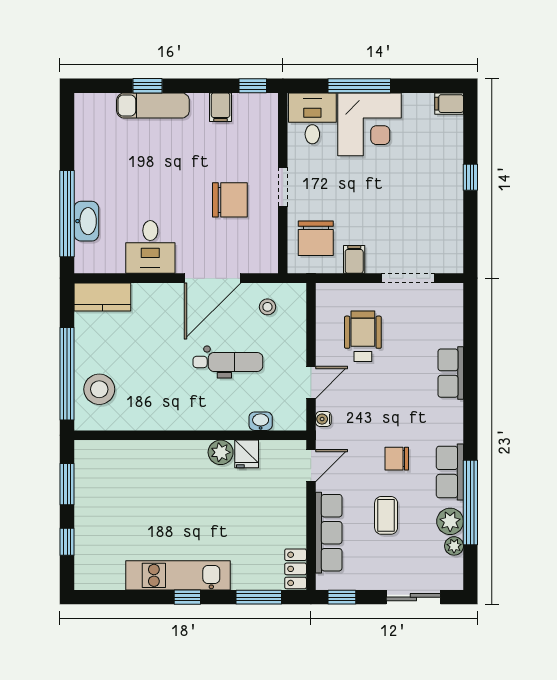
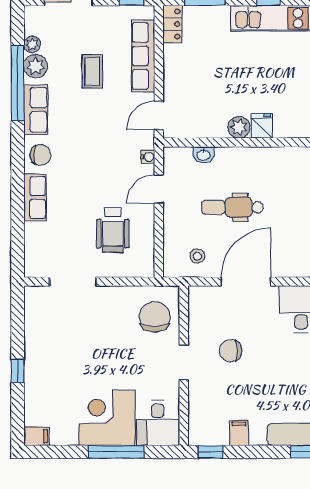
chair: (230, 200) -> (231, 351), width x0.73, depth x0.73
filing cabinet: (354, 259) -> (121, 298), removed
fridge: (247, 454) -> (262, 126), moved
chair: (397, 459) -> (40, 155), moved

